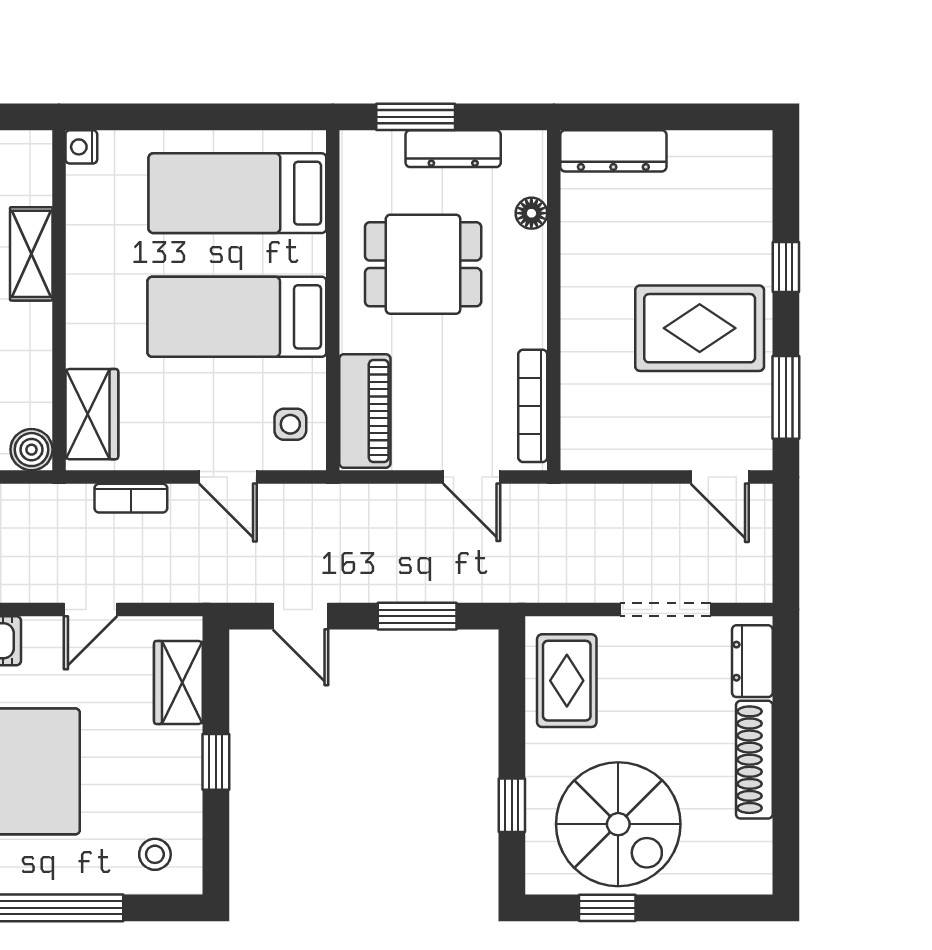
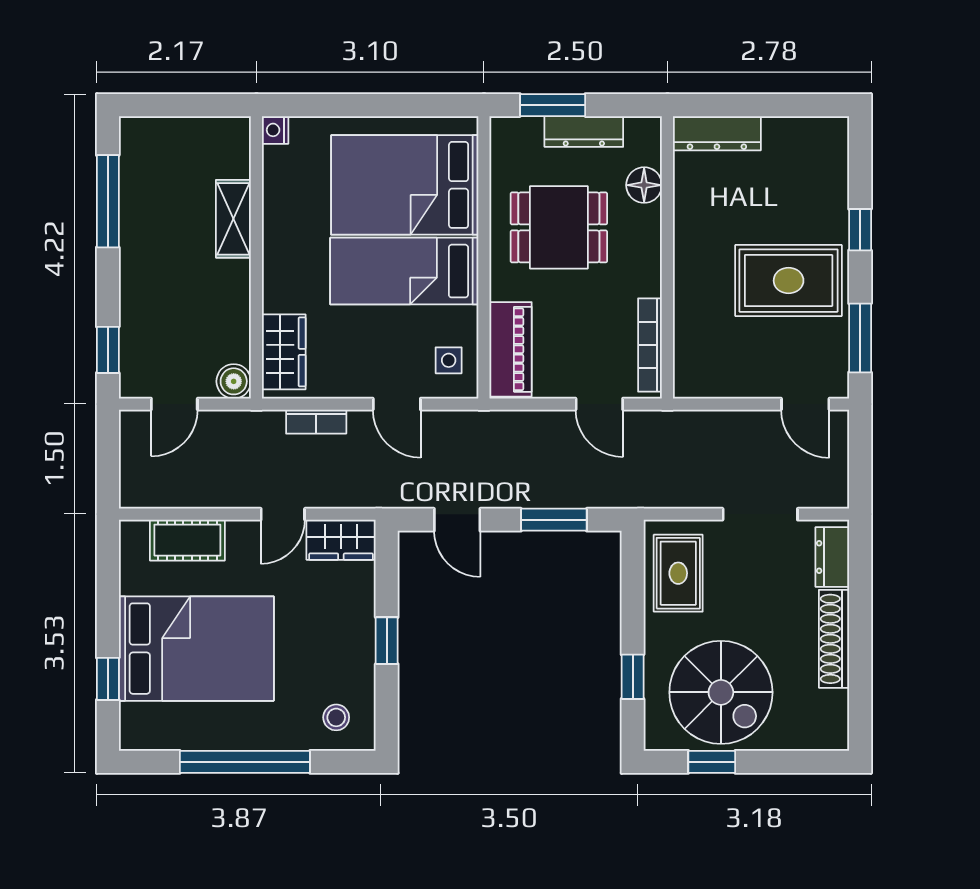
bed: (237, 193) -> (405, 185), width x1.50
floor lamp: (531, 213) -> (644, 185), width x1.37, depth x1.37
wardrobe: (178, 682) -> (341, 540), moved, turned -90

